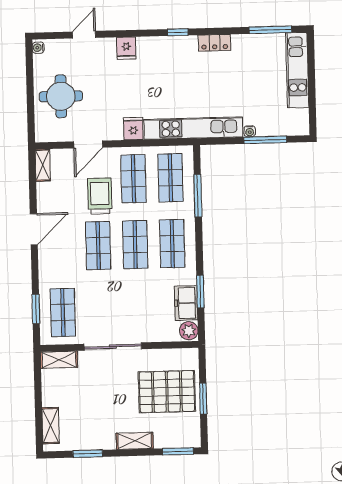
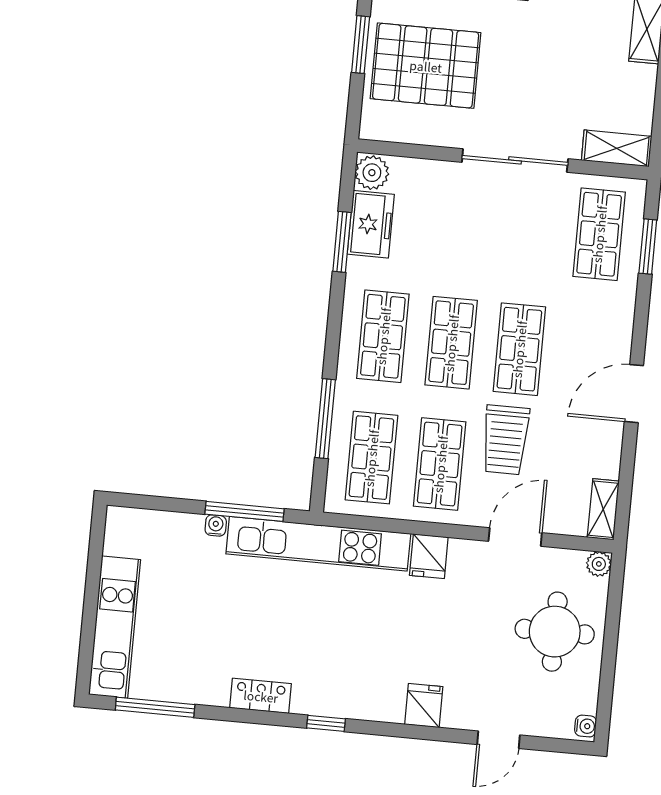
plant: (42, 135) -> (599, 564), added
window: (265, 140) -> (244, 511), moved

